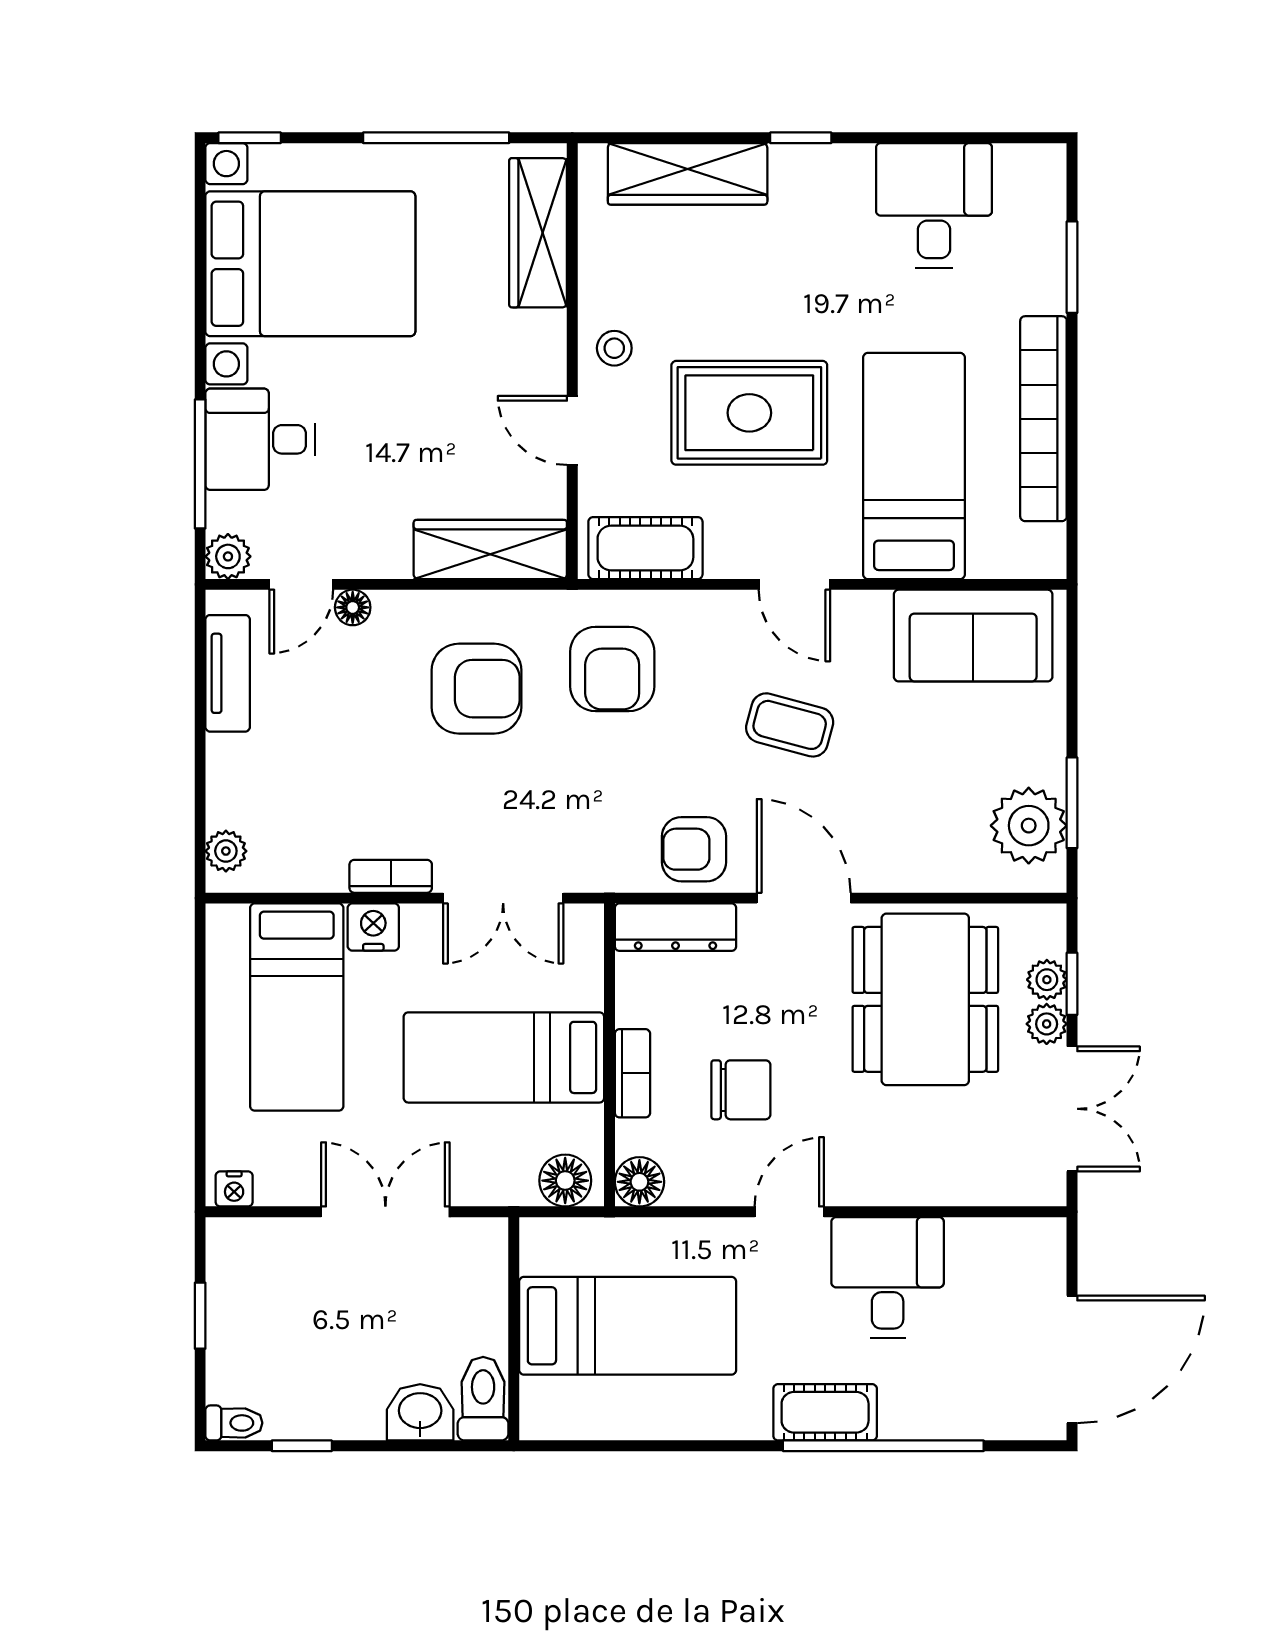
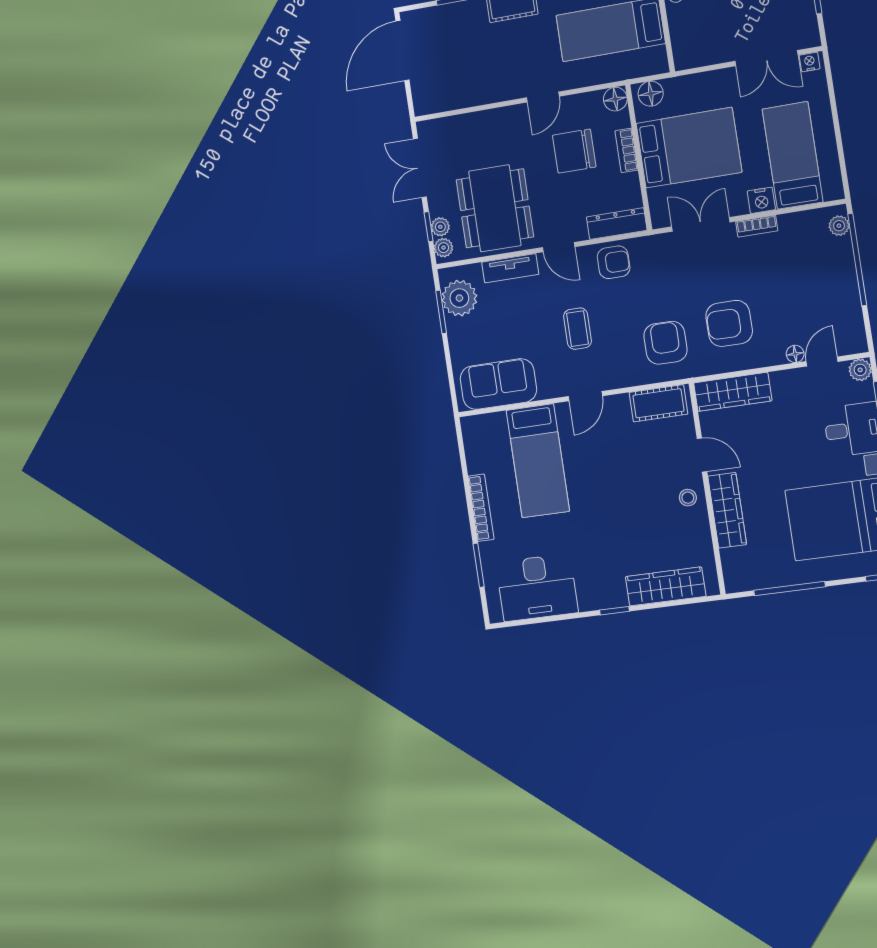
desk: (934, 206) -> (537, 588), width x1.37
wardrobe: (538, 233) -> (727, 510), moved
rug: (749, 413) -> (619, 475), removed
bookcase: (1043, 419) -> (481, 508), width x0.68, depth x0.76
door: (794, 584) -> (585, 396), swing flipped
tv unit: (228, 673) -> (510, 268), moved, turned -90
coffee table: (790, 725) -> (578, 329), turned 75
window: (200, 777) -> (857, 260), added
door: (804, 898) -> (559, 247), width x0.73
plant: (1047, 1024) -> (444, 248), moved
bed: (504, 1057) -> (689, 148), width x1.50
chair: (741, 1090) -> (574, 151), width x1.37, depth x1.37
double door: (385, 1212) -> (766, 58), moved
desk: (888, 1278) -> (493, 74), removed

